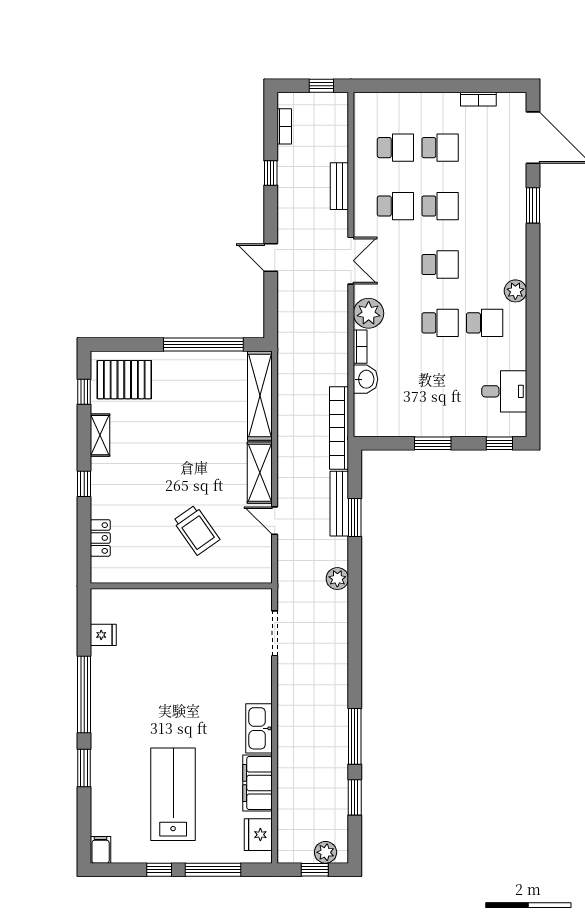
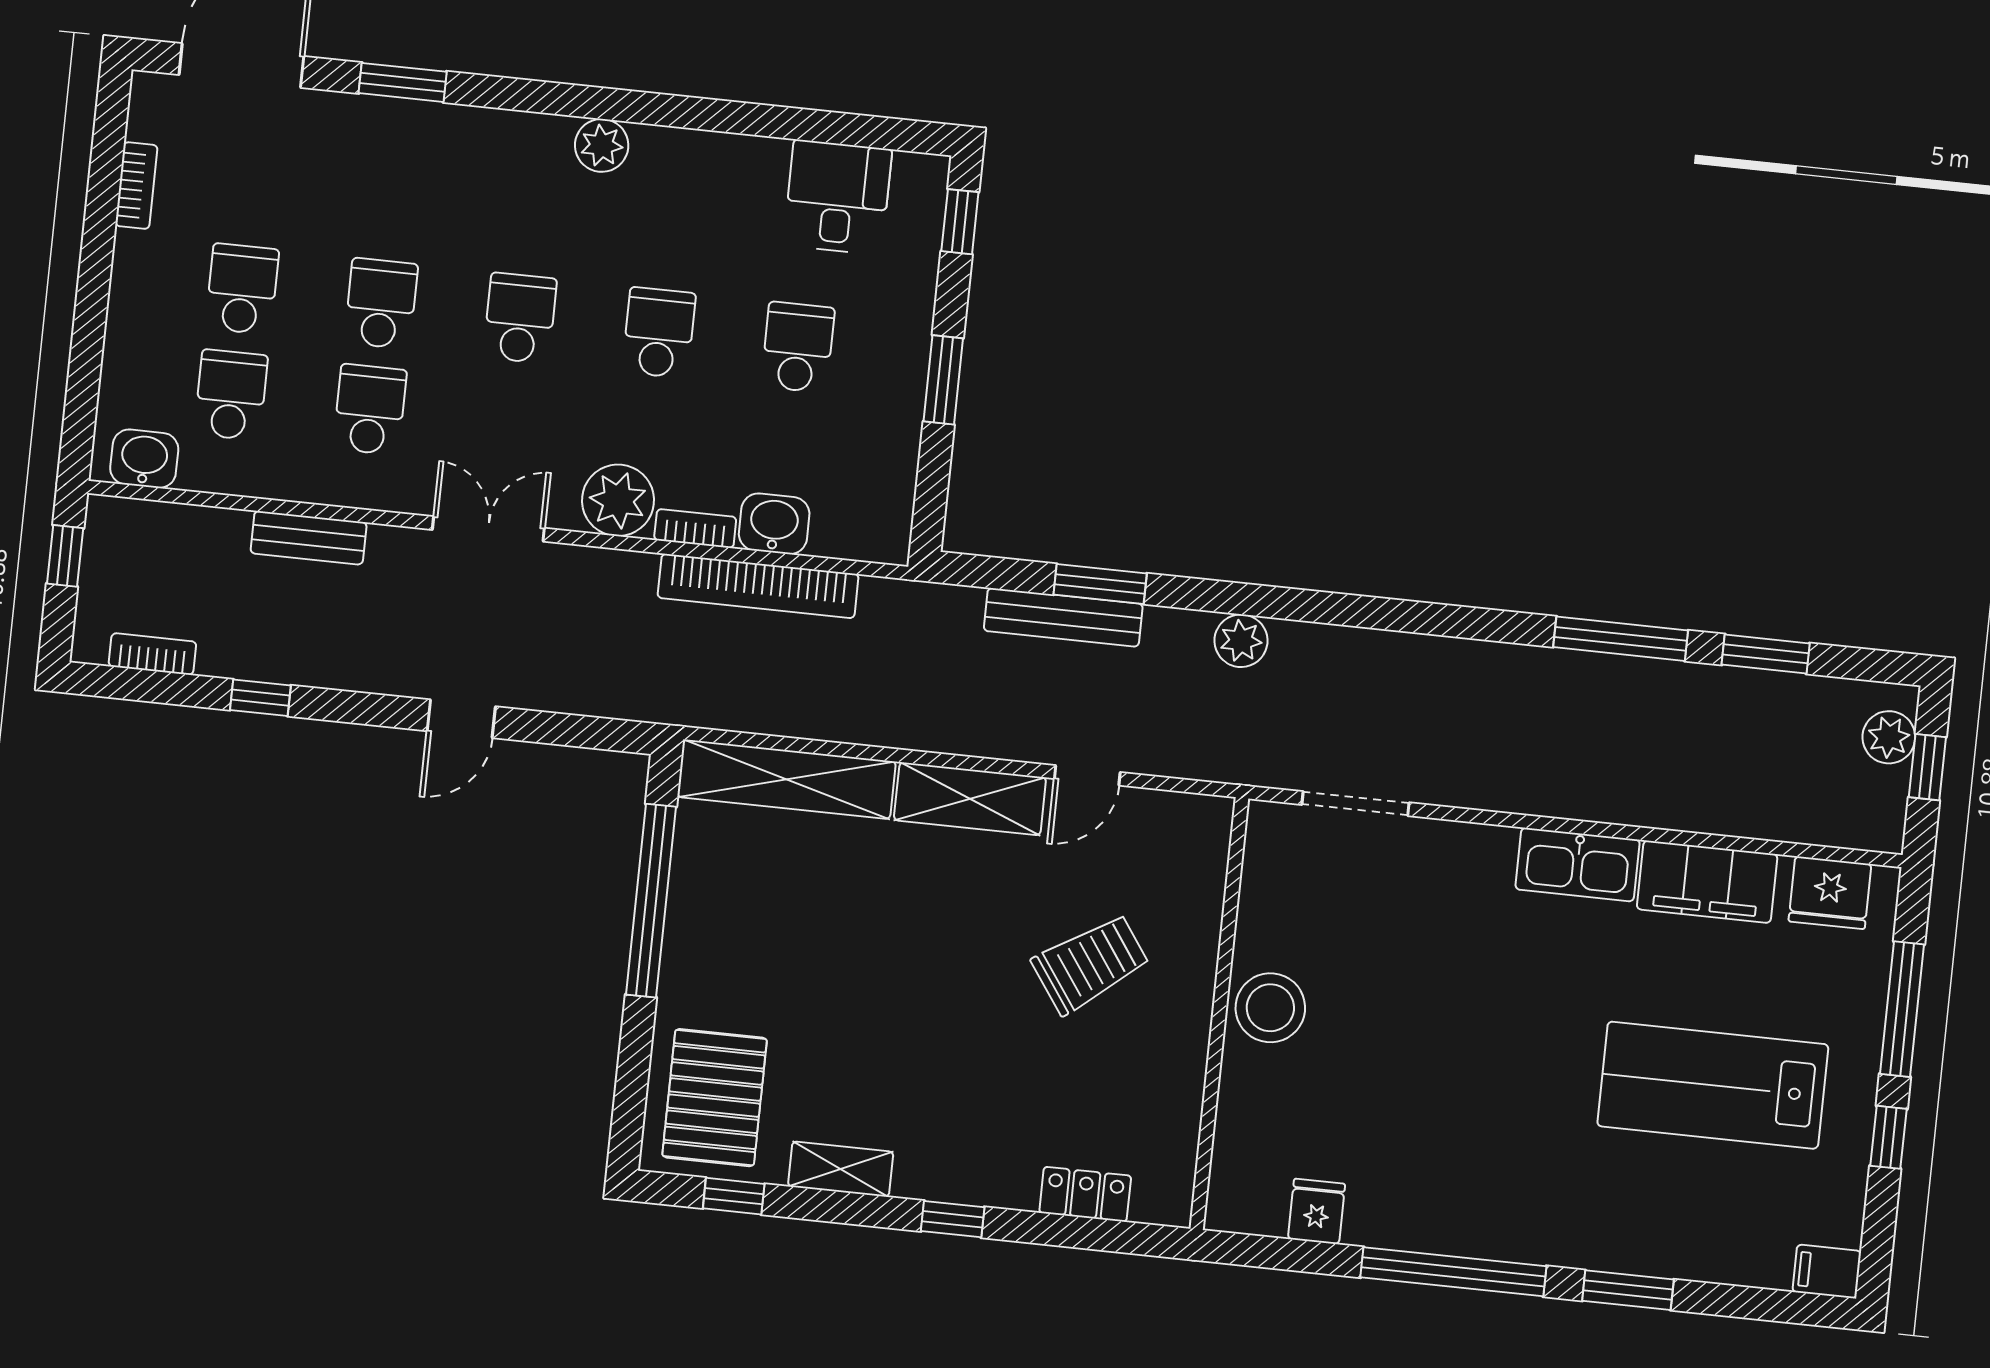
washbasin: (365, 114) -> (144, 459), added
school desk: (485, 323) -> (798, 347), moved
bookcase: (339, 428) -> (758, 586), moved
stool: (186, 607) -> (1270, 1008), added

